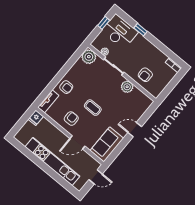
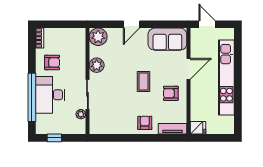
window: (140, 30) -> (32, 97), width x3.17
desk: (120, 32) -> (50, 95), moved
plant: (89, 57) -> (98, 37), moved
armchair: (145, 75) -> (52, 62), moved
door: (135, 130) -> (131, 24), hinge flipped
door: (77, 142) -> (189, 69), hinge flipped

